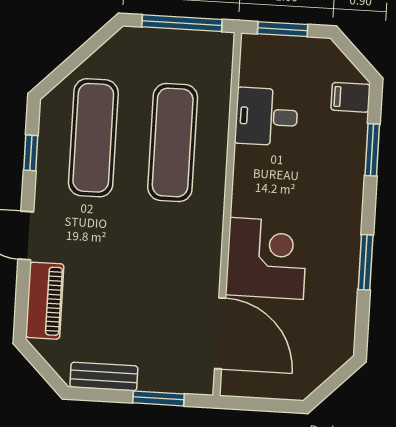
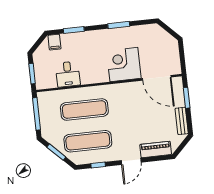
window: (80, 56) -> (56, 152), added
door: (220, 333) -> (157, 78), swing flipped

